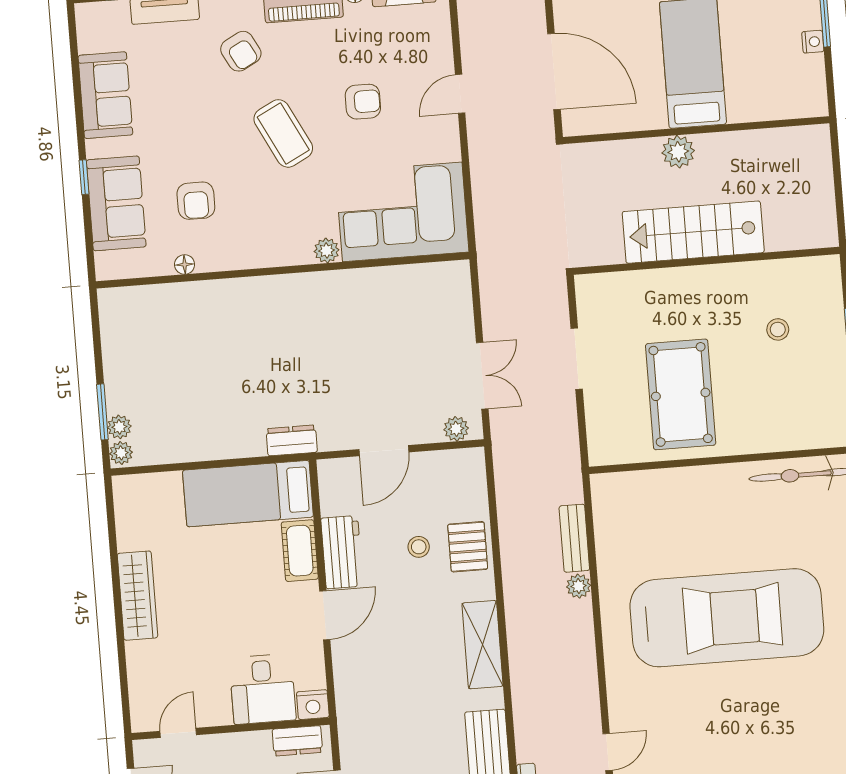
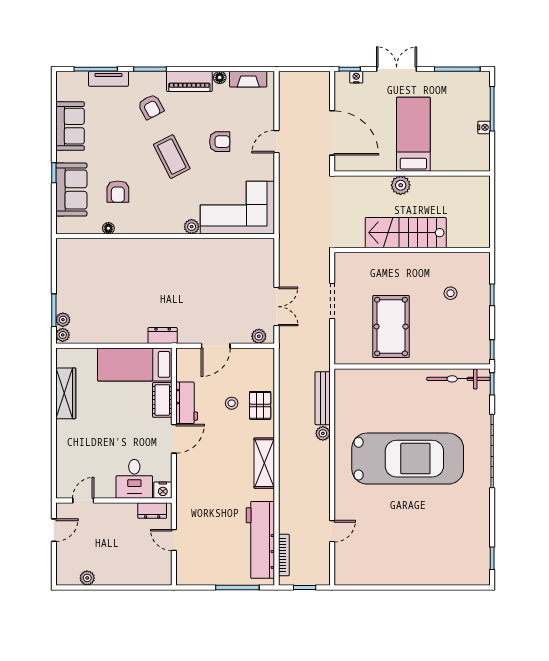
bench: (574, 538) -> (323, 398), width x1.36
wardrobe: (137, 596) -> (66, 393), moved

